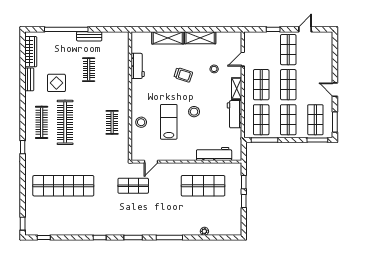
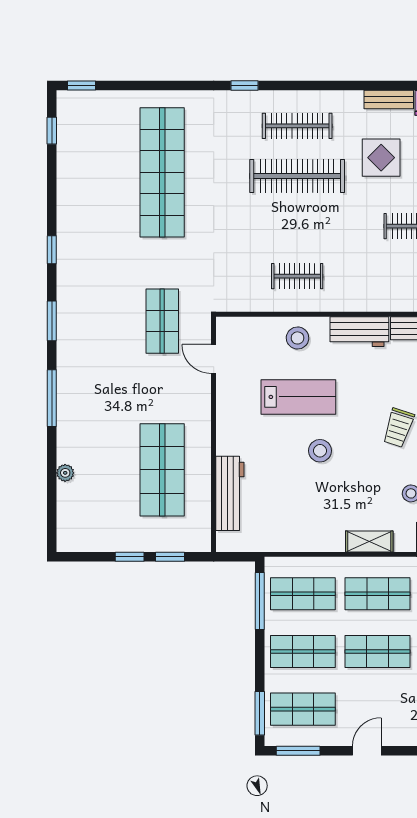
workbench: (235, 114) -> (359, 332), moved, turned 180

